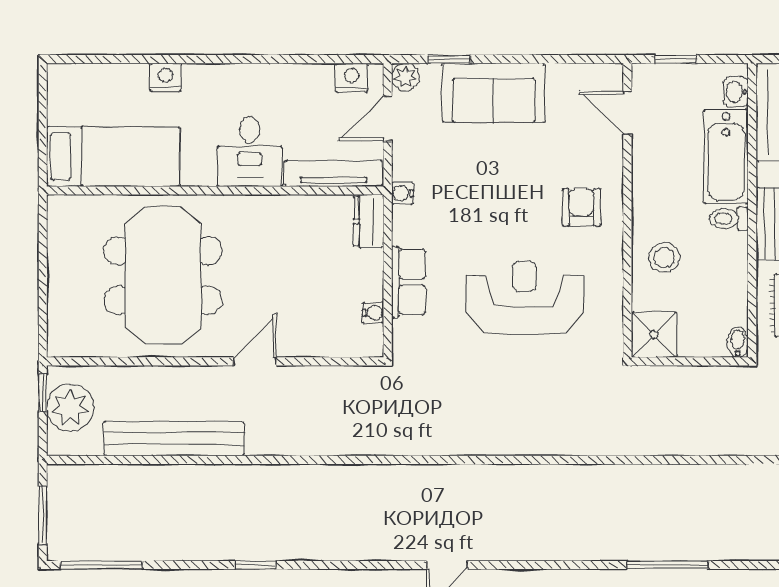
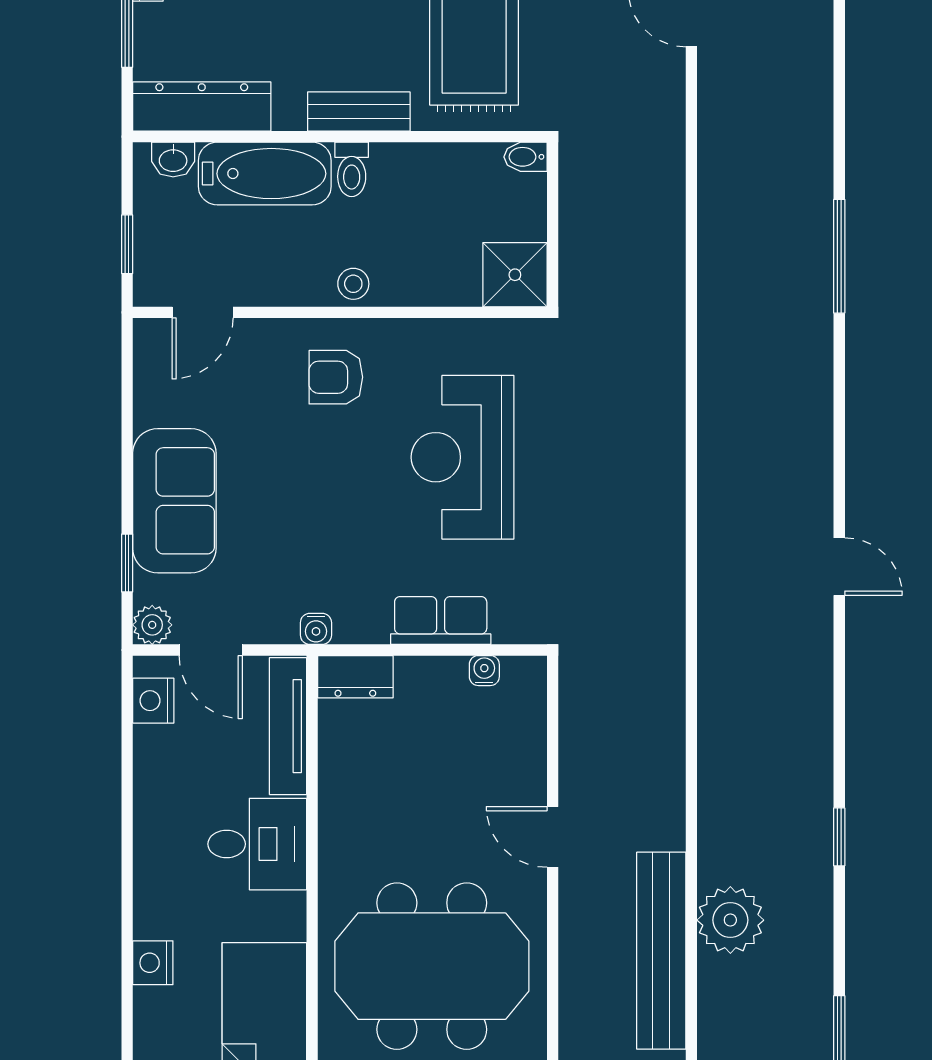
stool: (664, 258) -> (353, 284), moved, width x0.73, depth x0.73
plant: (196, 488) -> (730, 920), added

